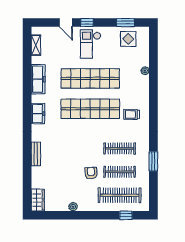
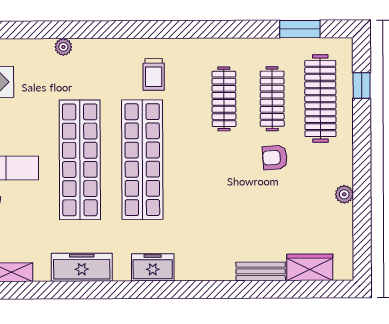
bench: (36, 154) -> (261, 271), moved
window: (153, 161) -> (300, 29), moved
wardrobe: (38, 200) -> (310, 267), moved

